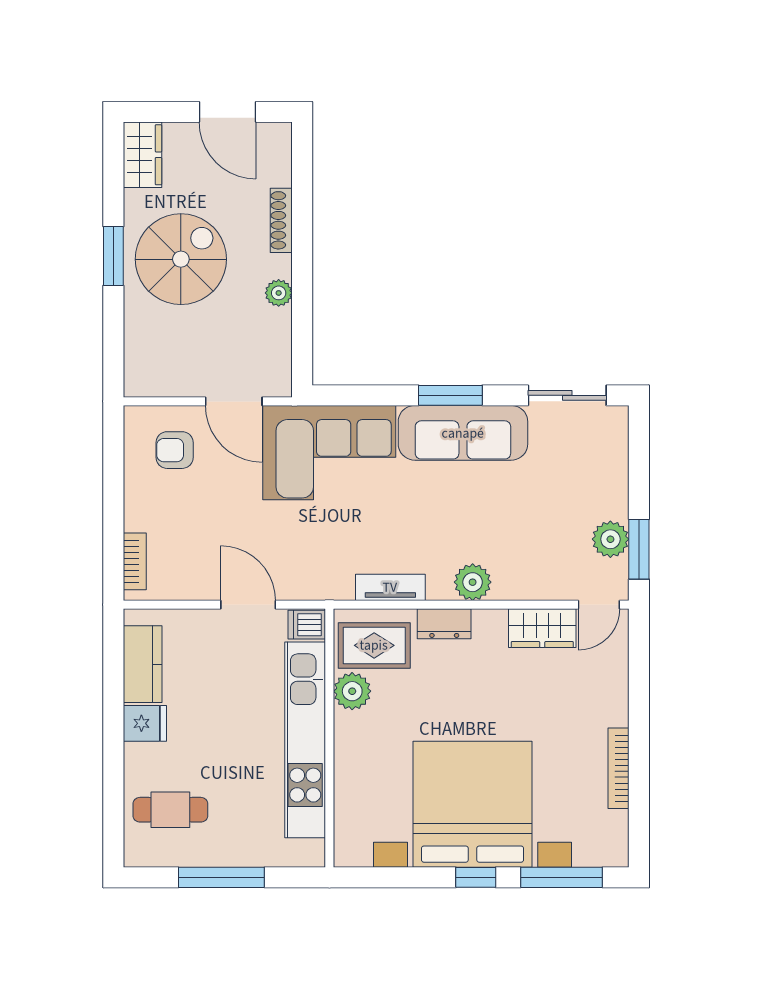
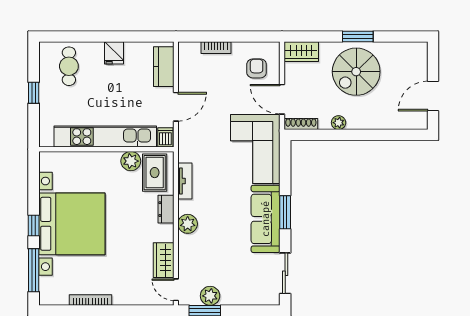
wardrobe: (142, 155) -> (301, 52), moved
shoe rack: (281, 220) -> (301, 124), moved
spiral stairs: (181, 259) -> (356, 72), turned 90
door: (234, 401) -> (282, 99), hinge flipped
bookcase: (135, 561) -> (216, 48), moved
kitchen counter: (143, 664) -> (164, 67), moved, turned 90
window: (221, 877) -> (34, 93), width x0.46

